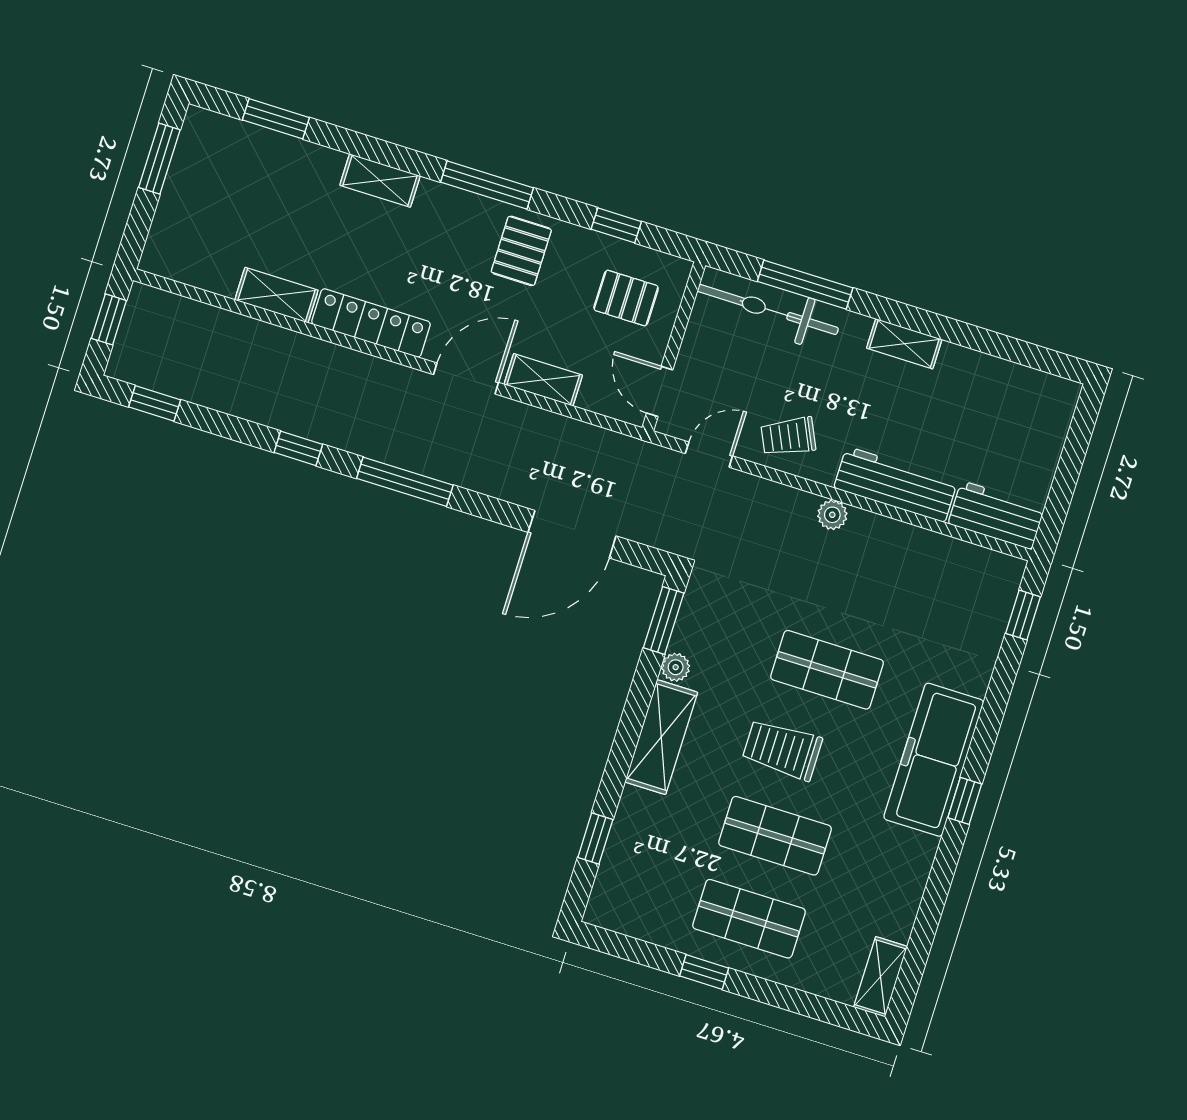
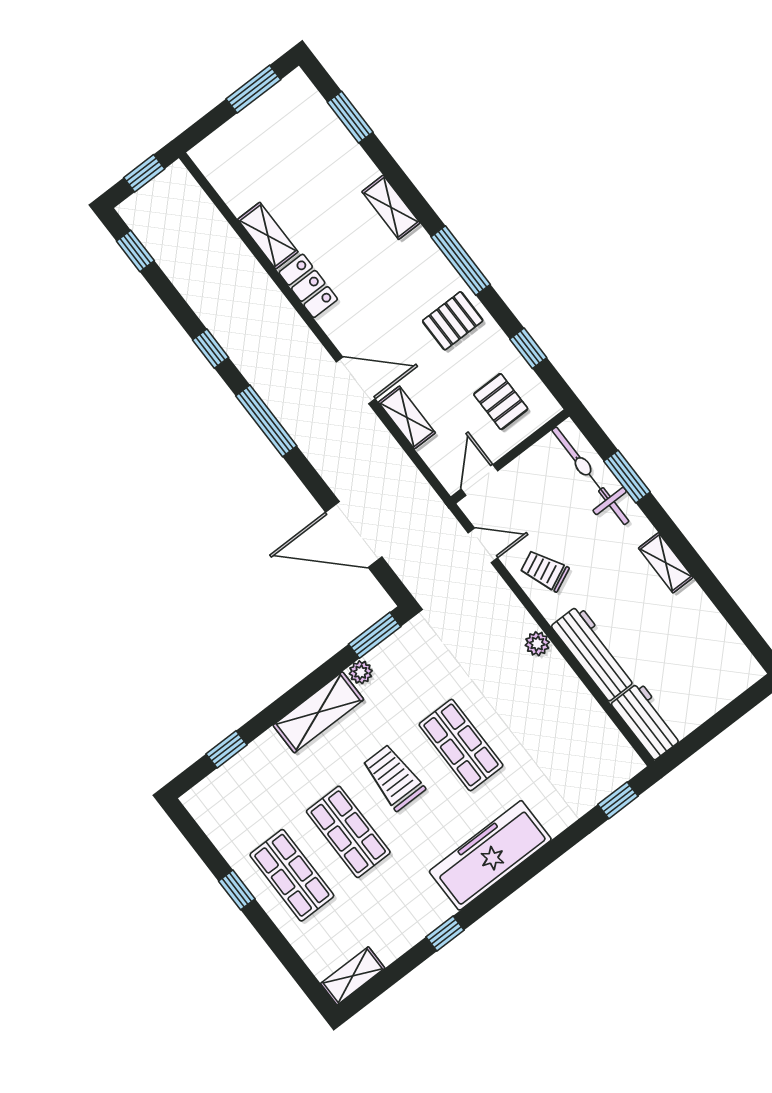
window: (805, 285) -> (627, 477), width x0.69
locker: (371, 323) -> (308, 286), width x0.66
window: (965, 801) -> (445, 933), moved

